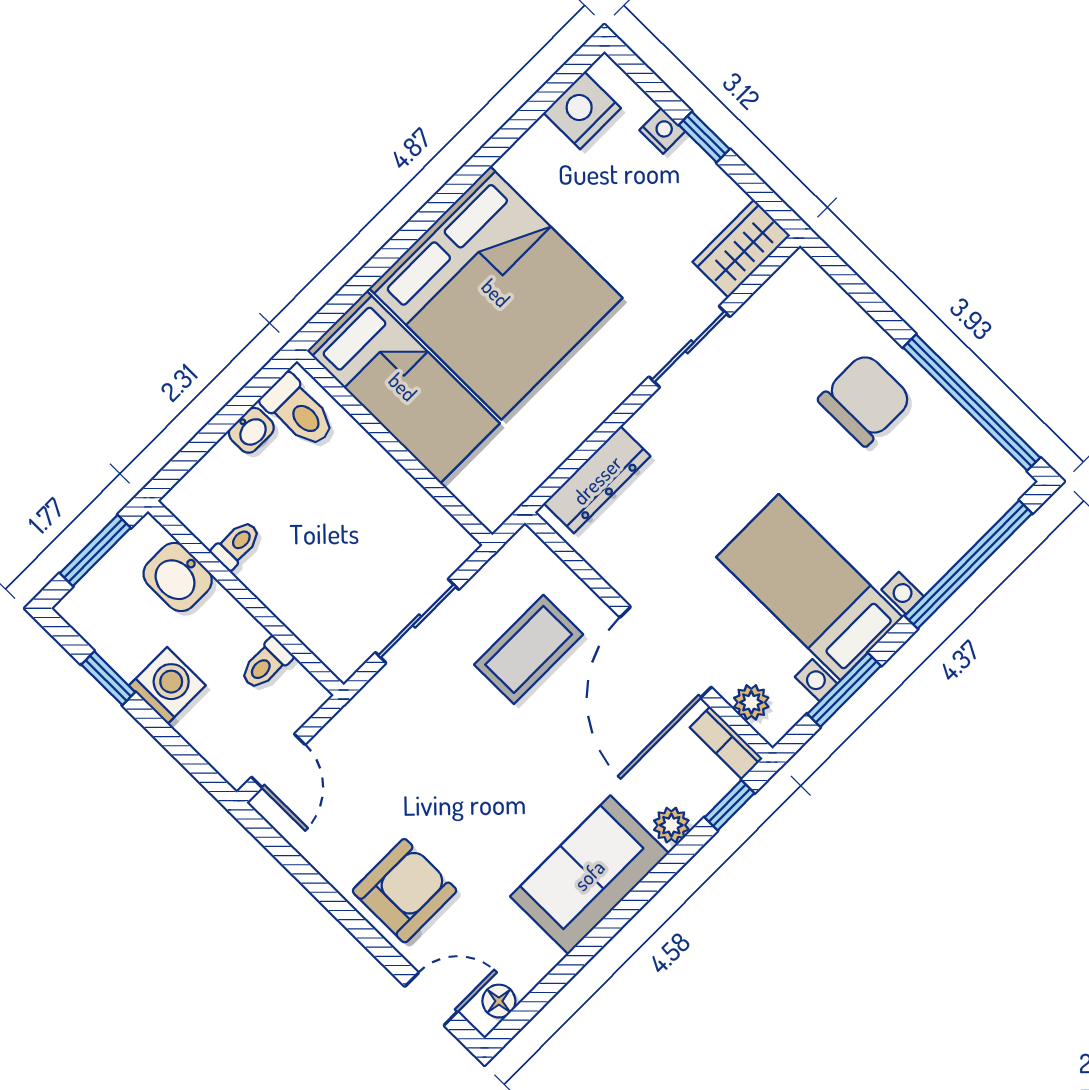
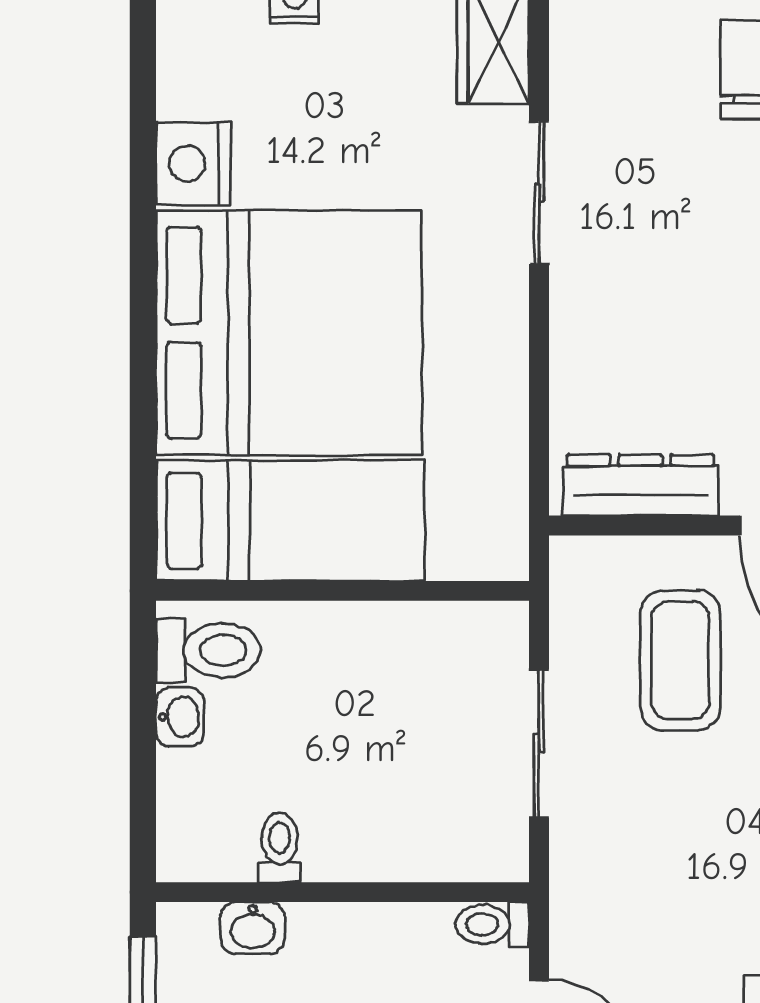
nightstand: (582, 110) -> (193, 164), moved
dresser: (597, 480) -> (641, 485), moved, turned -90
washbasin: (178, 577) -> (253, 928), width x0.72, depth x0.69
toilet: (266, 664) -> (492, 925), moved, turned 90

